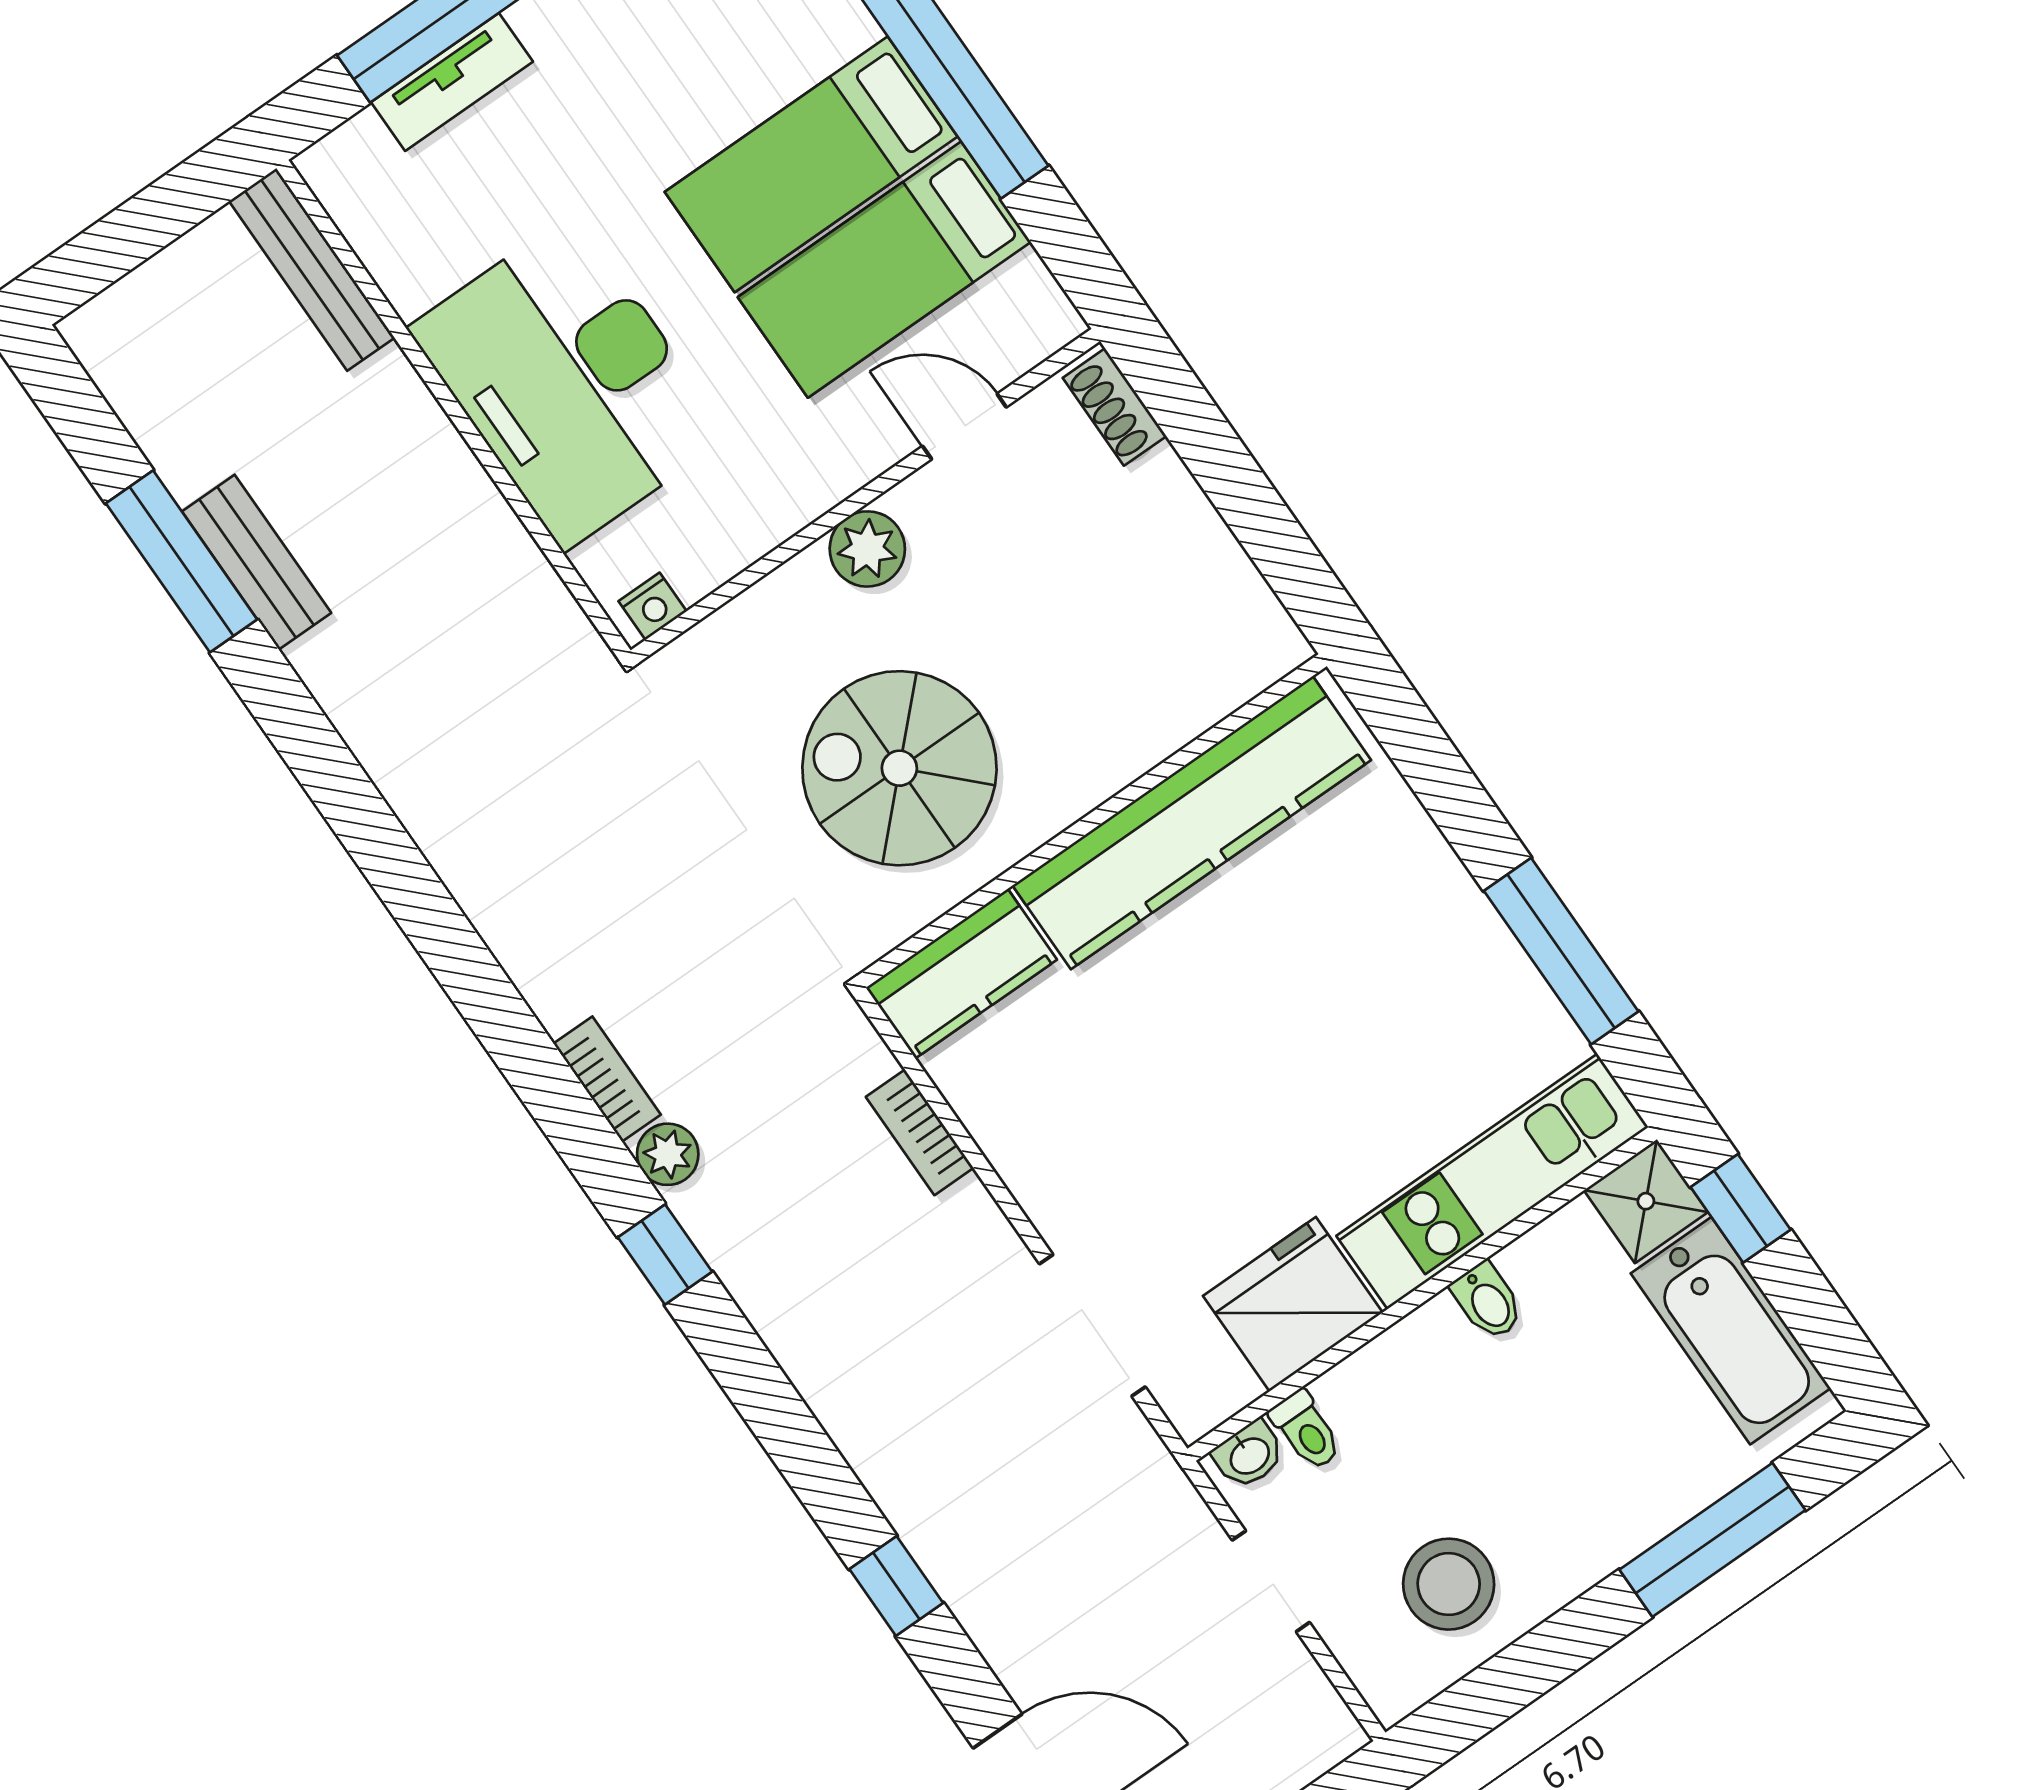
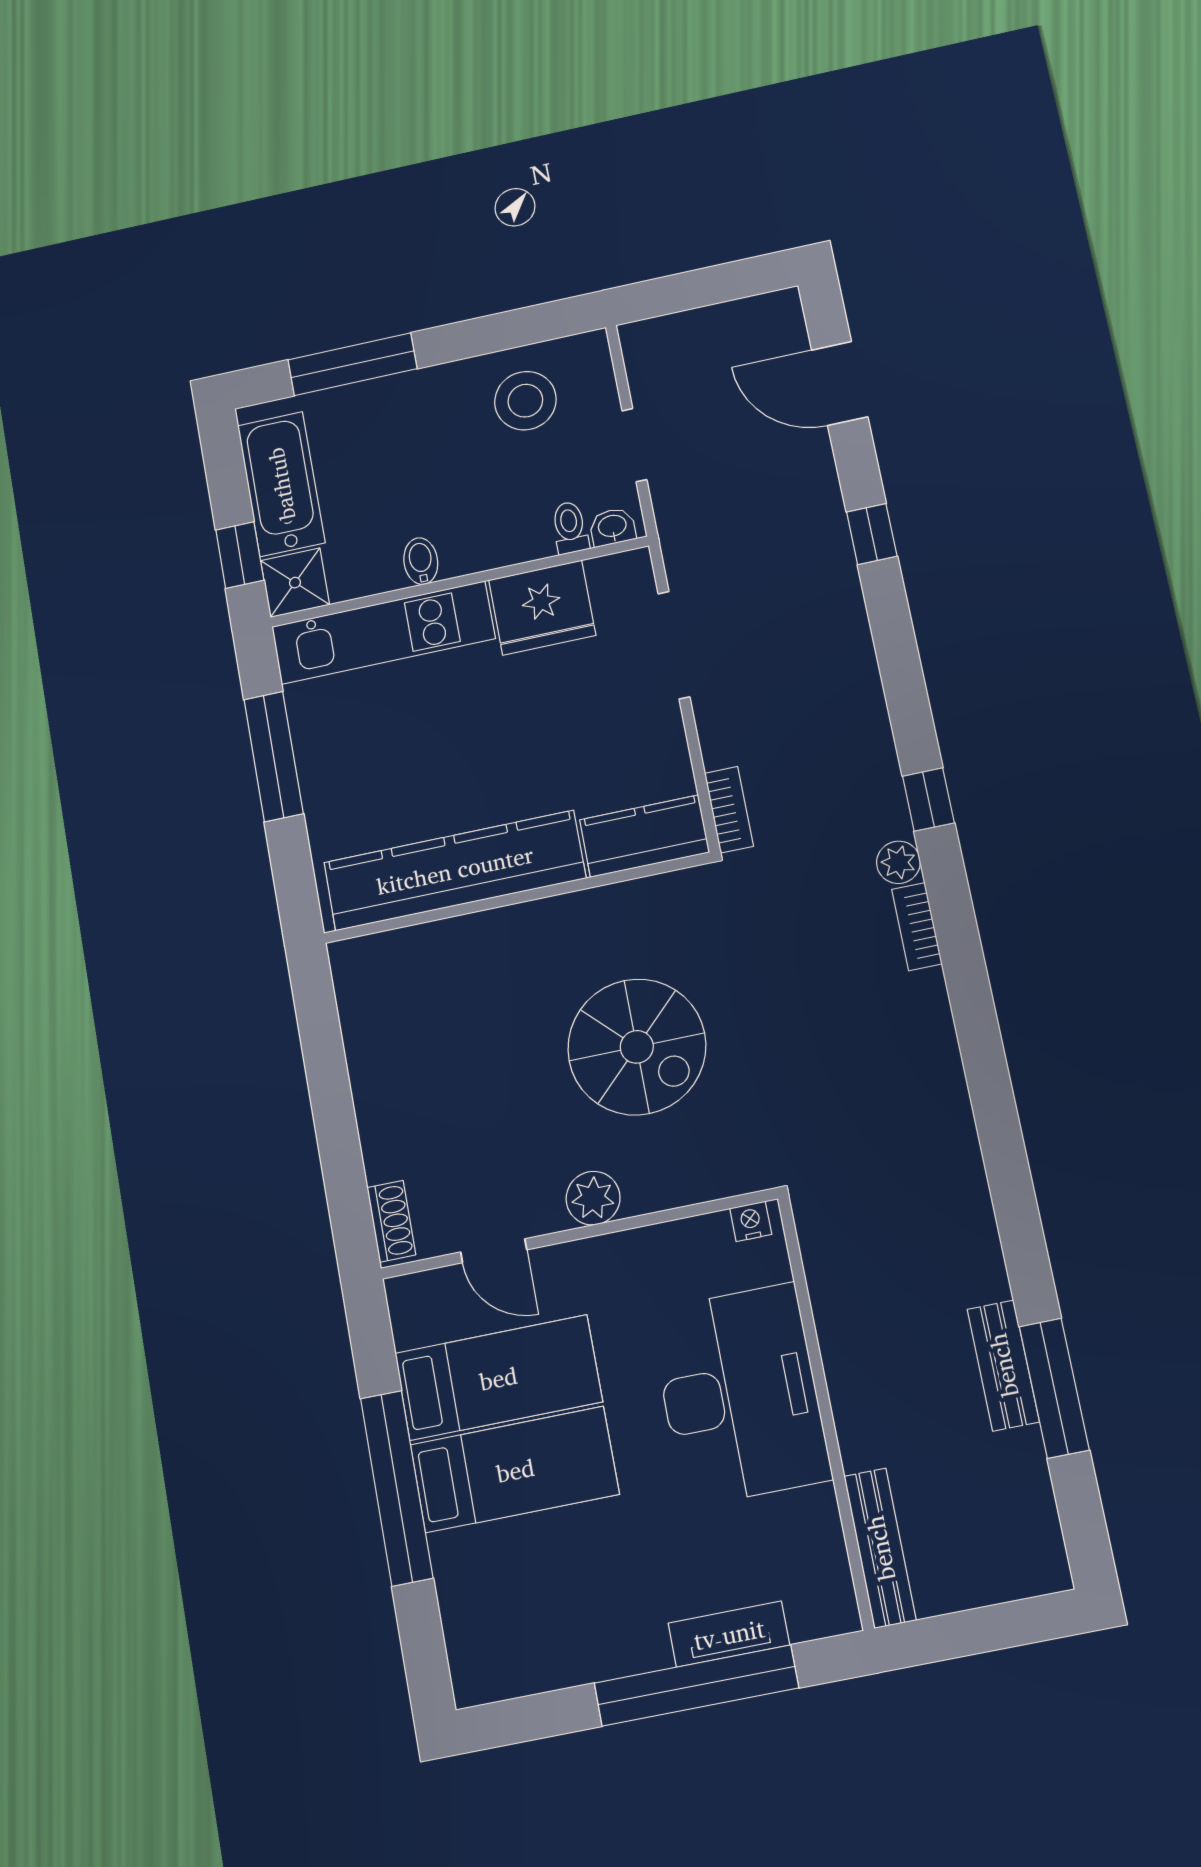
wall: (1092, 821) -> (517, 898), moved
kitchen counter: (1192, 823) -> (455, 870), moved
kitchen counter: (961, 974) -> (644, 836), moved

